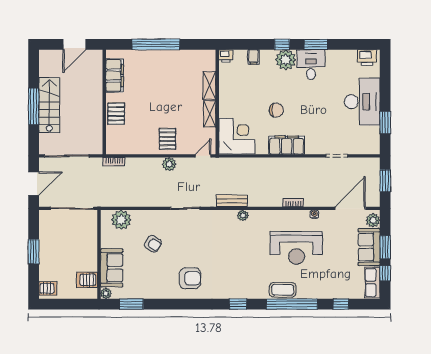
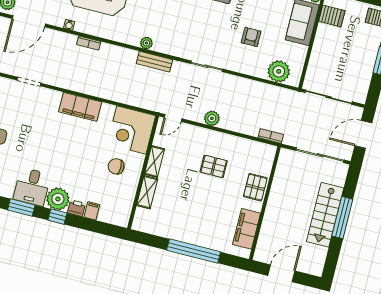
printer: (226, 56) -> (76, 208), moved
chair: (276, 110) -> (116, 166), moved
pallet: (167, 139) -> (214, 166), moved, turned 90
armchair: (153, 244) -> (251, 37), turned 56

